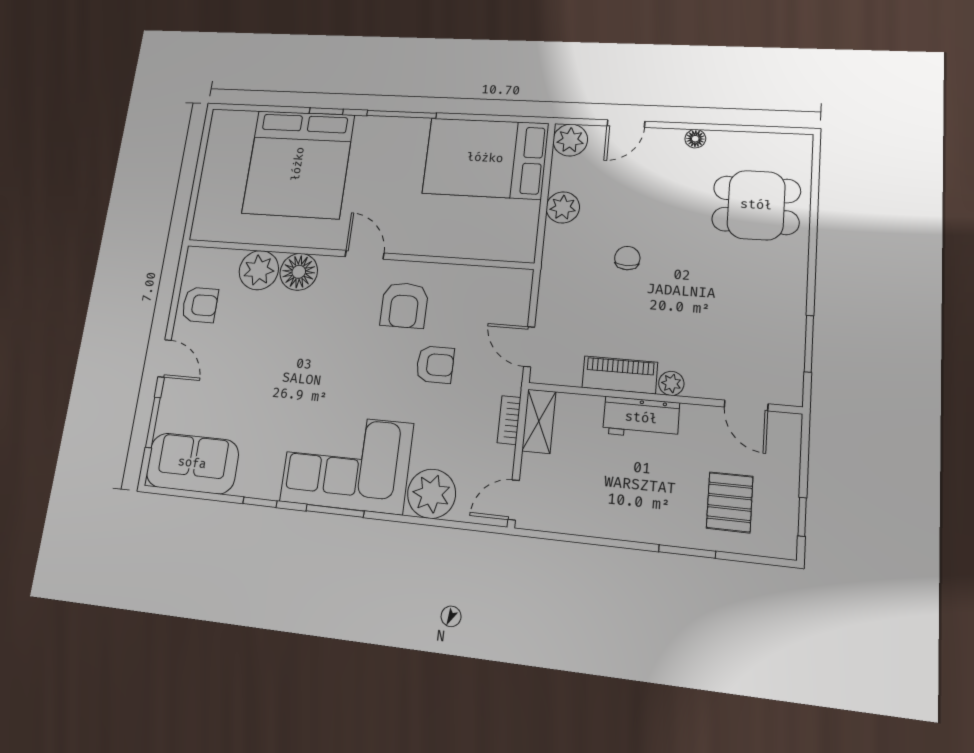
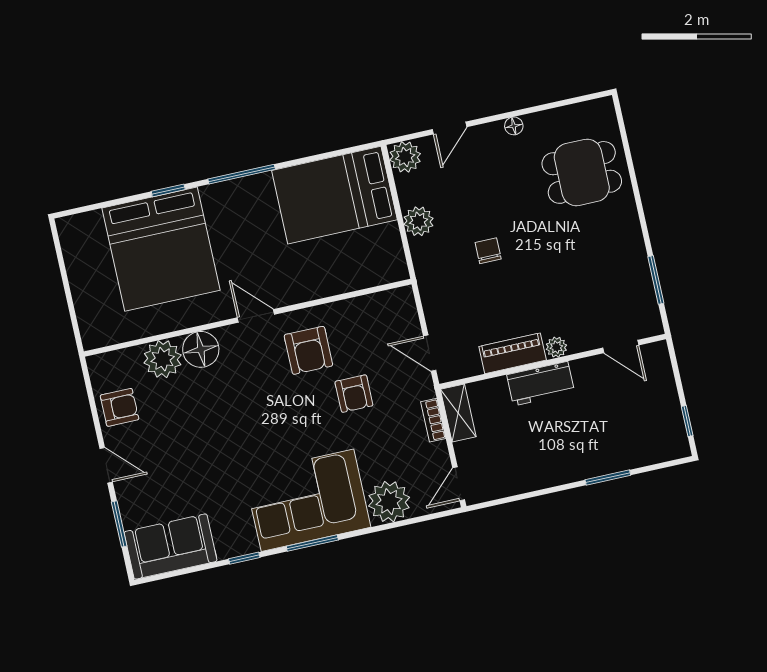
armchair: (435, 365) -> (354, 394), turned 90
pallet: (730, 502) -> (629, 428), removed

